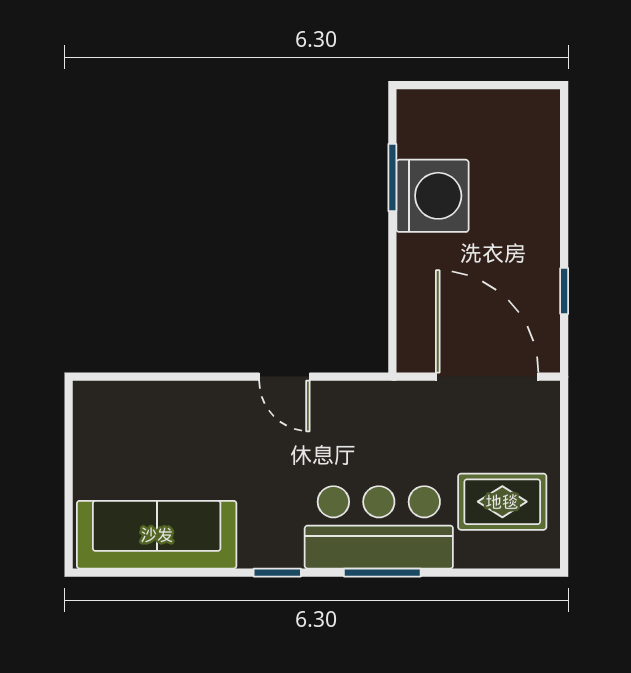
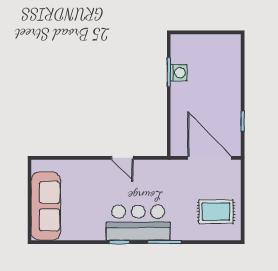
washing machine: (432, 196) -> (179, 73), width x0.53, depth x0.53
bar counter: (379, 527) -> (138, 223), moved
sofa: (157, 535) -> (46, 206), moved, turned 90

